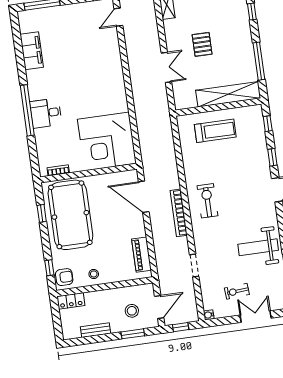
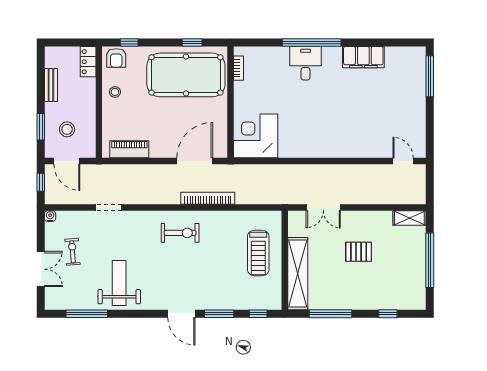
filing cabinet: (32, 51) -> (363, 57), moved
double door: (166, 67) -> (323, 208), moved
corner desk: (107, 141) -> (256, 136), width x0.74, depth x0.74
window: (272, 157) -> (219, 314), width x1.50
bookcase: (179, 213) -> (208, 198), moved

